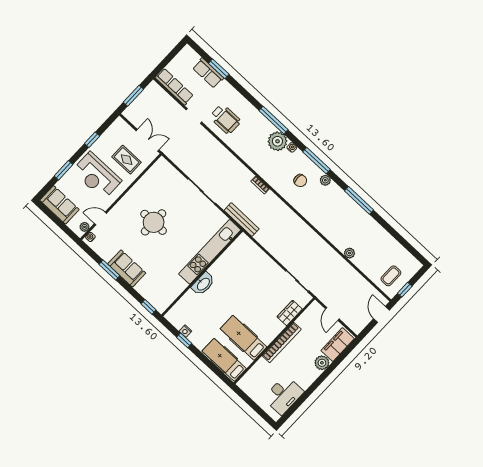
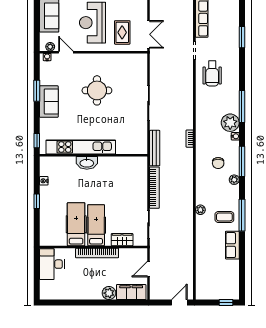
row of seats: (208, 73) -> (232, 245), moved
bookcase: (273, 249) -> (154, 188), added
kitchen unit: (210, 252) -> (81, 147), moved
plant: (349, 253) -> (200, 210), moved
coffee table: (391, 276) -> (224, 217), moved
window: (405, 290) -> (226, 303), moved
window: (184, 340) -> (37, 201), moved
hospital bed: (224, 360) -> (96, 225), moved
desk: (283, 395) -> (52, 264), moved, turned 90

